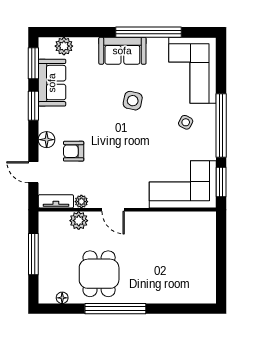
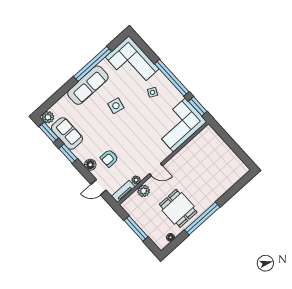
plant: (64, 46) -> (48, 117), moved
sofa: (122, 51) -> (88, 85), width x1.36

